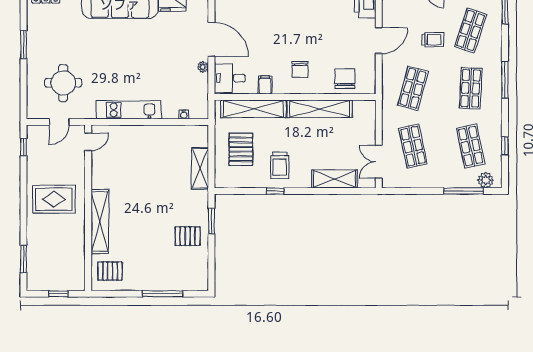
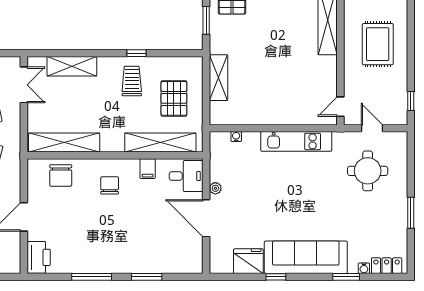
shelving: (320, 109) -> (64, 143), moved
door: (59, 122) -> (372, 128), hinge flipped
rug: (54, 199) -> (378, 44), turned 90

